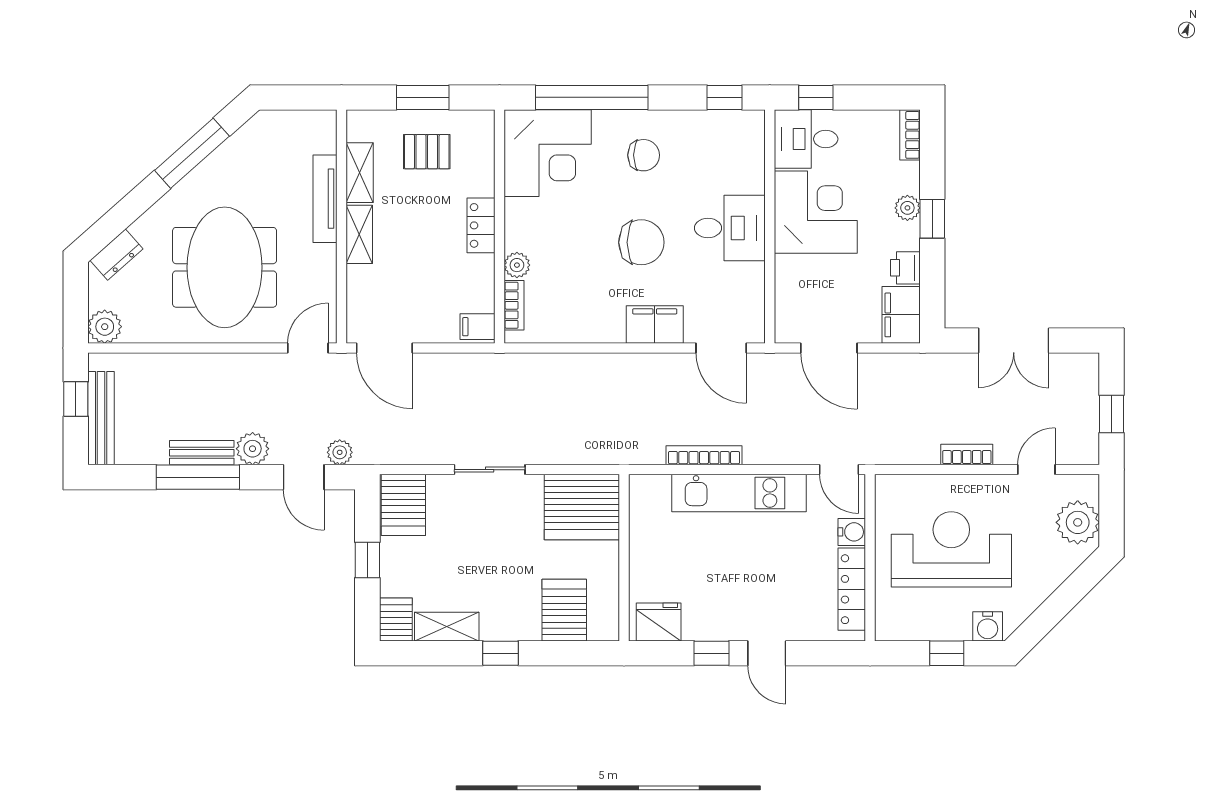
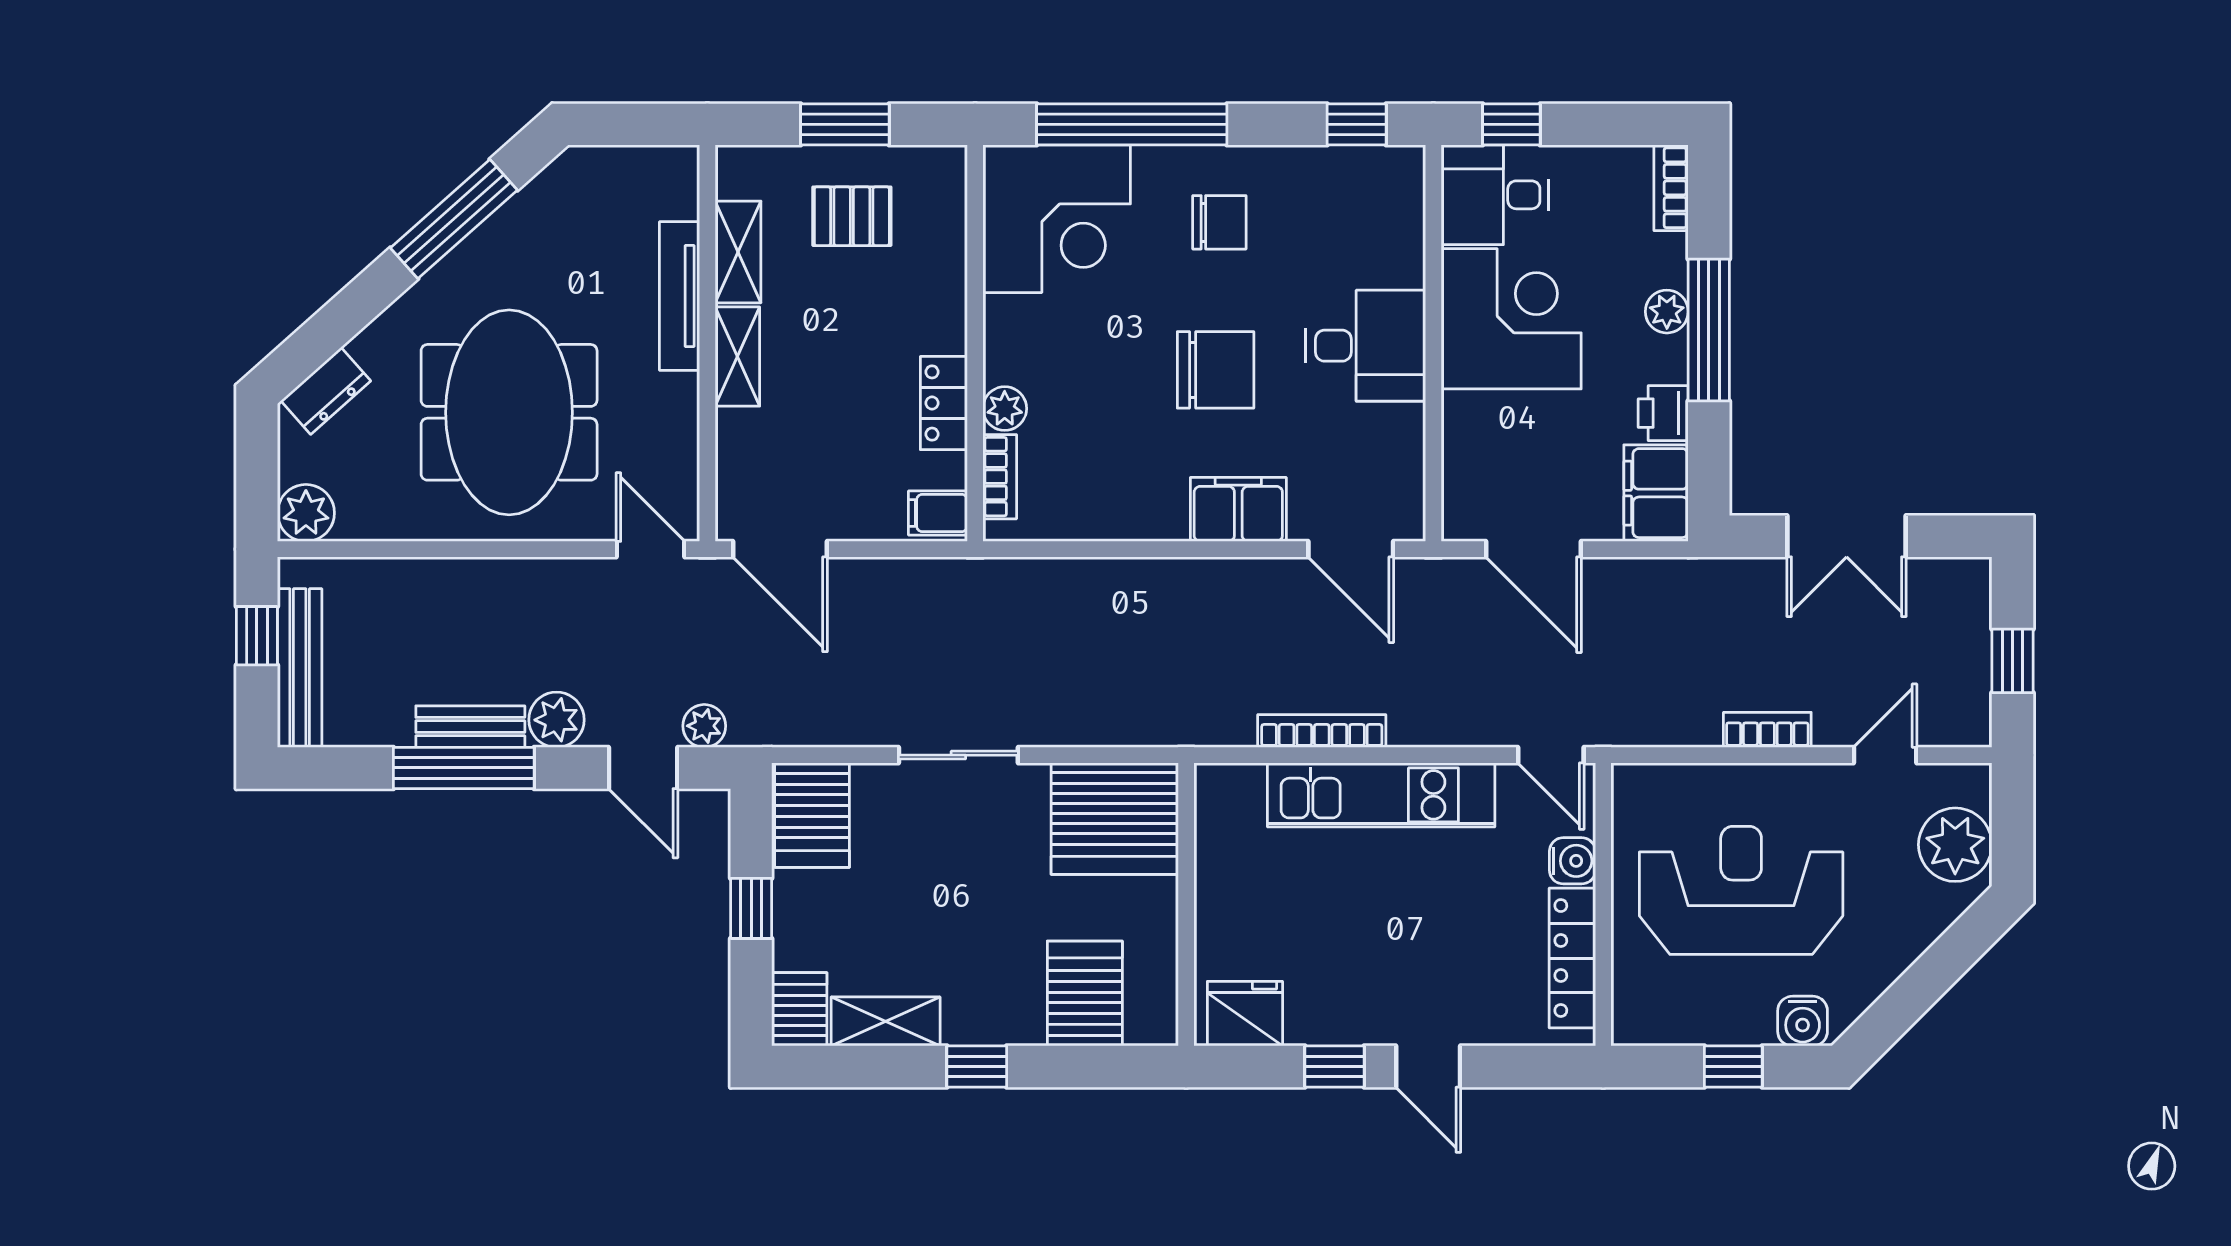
window: (932, 219) -> (1709, 330), width x2.17
locker: (481, 225) -> (944, 403), moved
door: (308, 348) -> (650, 549), hinge flipped

